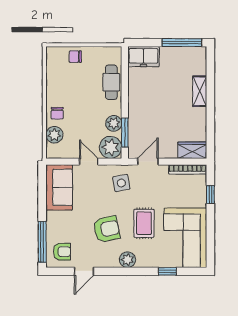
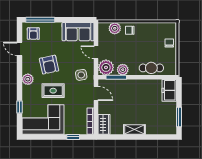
window: (182, 43) -> (179, 117), width x0.69
shelving: (200, 91) -> (134, 129), moved
door: (89, 162) -> (96, 52), swing flipped

